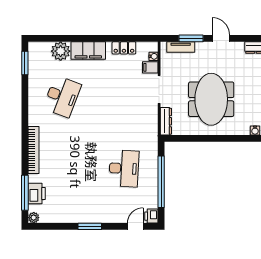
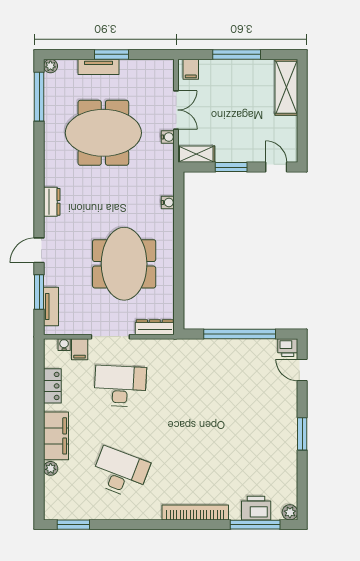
plant: (61, 51) -> (51, 468), width x0.53, depth x0.53
meeting table: (211, 99) -> (124, 264), turned 90
desk: (124, 168) -> (120, 386), moved

